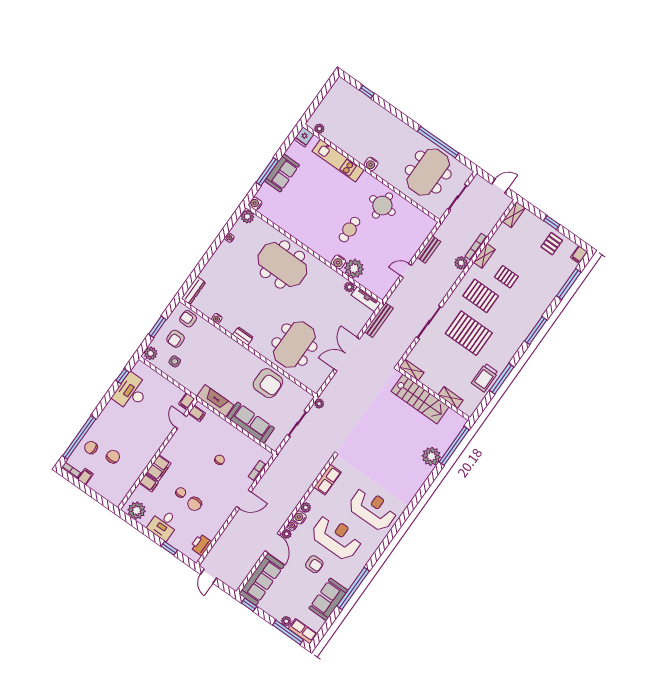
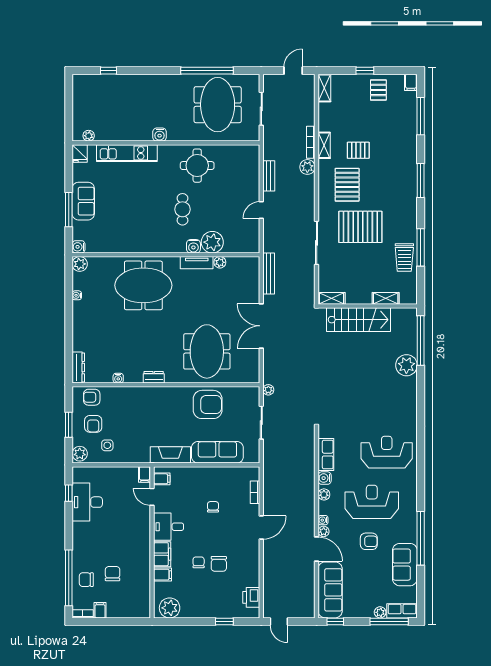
pallet: (481, 296) -> (347, 185), turned 90
tv unit: (366, 299) -> (197, 263), moved
water cooler: (300, 517) -> (325, 478), moved
desk: (164, 524) -> (169, 527), moved, turned 90

